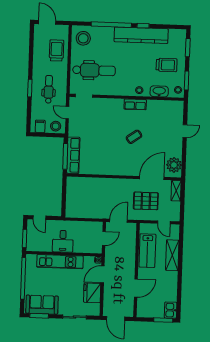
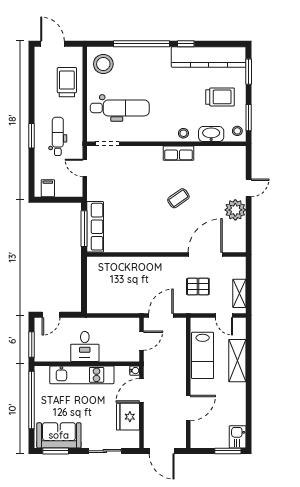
kitchen counter: (141, 35) -> (209, 57), moved
stool: (56, 126) -> (69, 187), removed
plant: (174, 165) -> (235, 210), moved
shelving: (176, 191) -> (239, 293), moved
pallet: (146, 201) -> (198, 287), width x0.67, depth x0.71
door: (39, 218) -> (51, 315), hinge flipped

